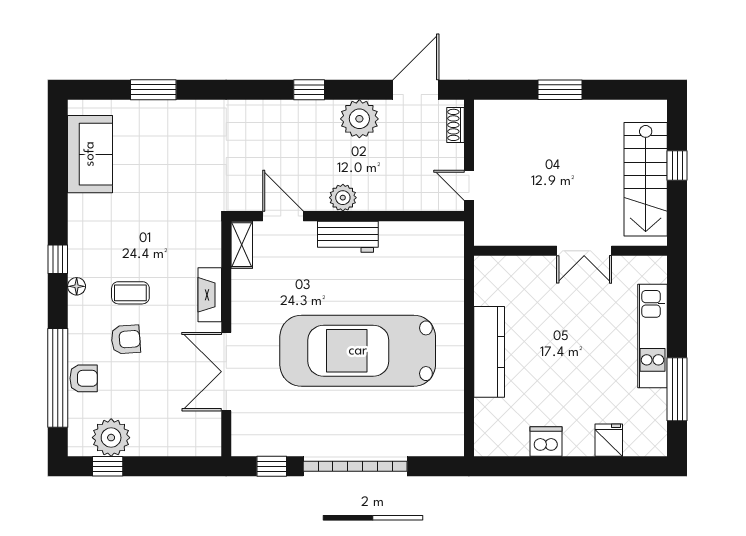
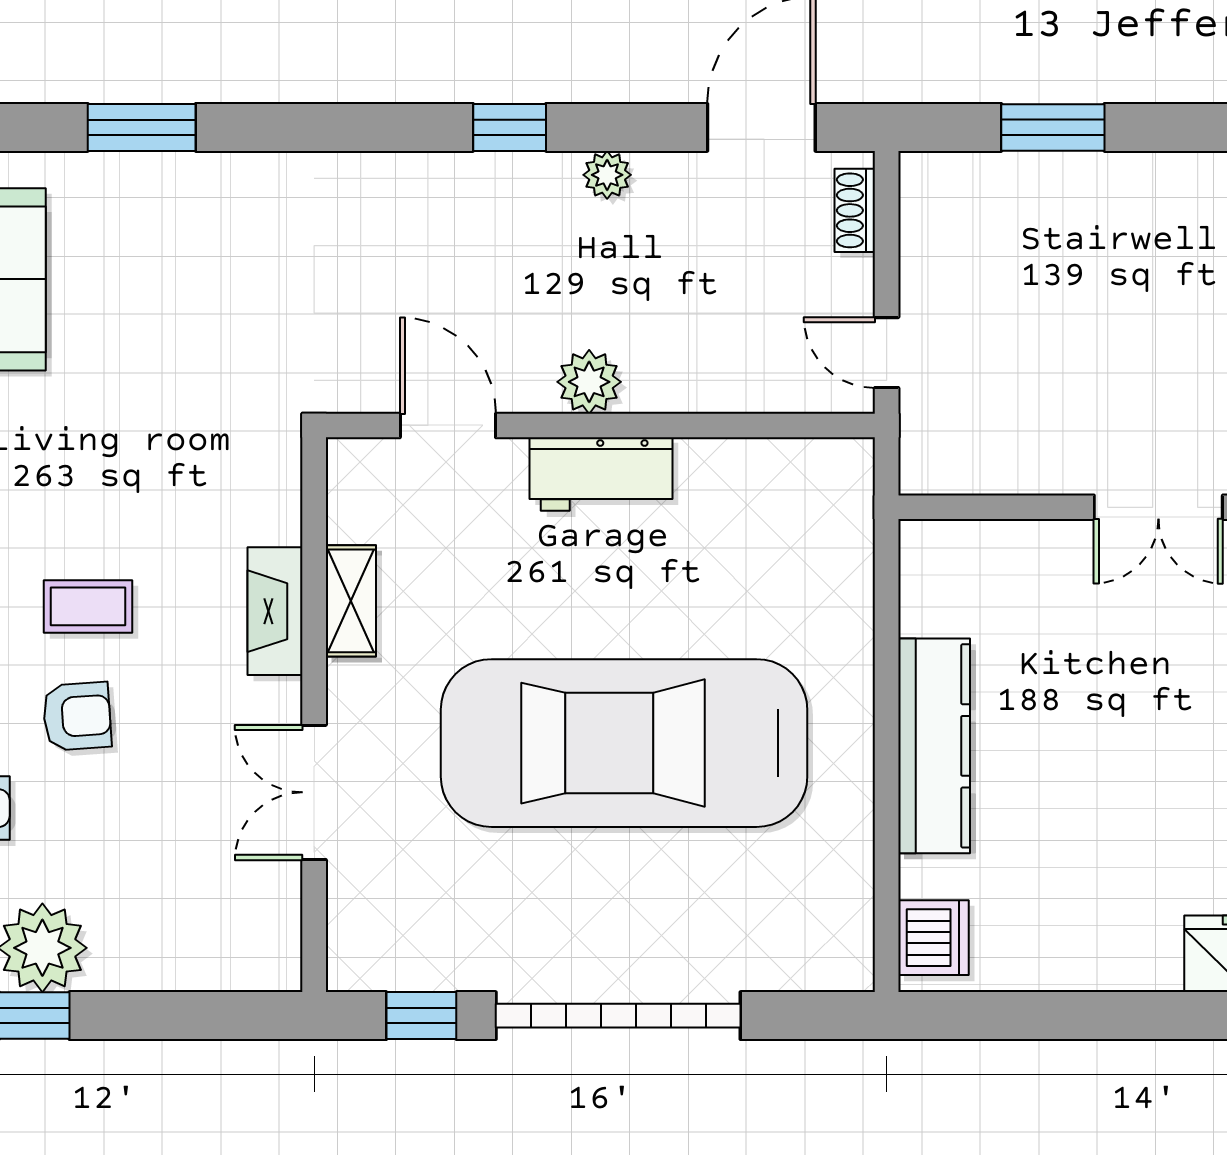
window: (560, 90) -> (1053, 127), moved
plant: (359, 119) -> (607, 175), width x0.53, depth x0.53
shelving: (242, 245) -> (351, 601), moved
double door: (226, 372) -> (314, 792), width x0.73
dishwasher: (546, 441) -> (933, 938), moved, turned 90

